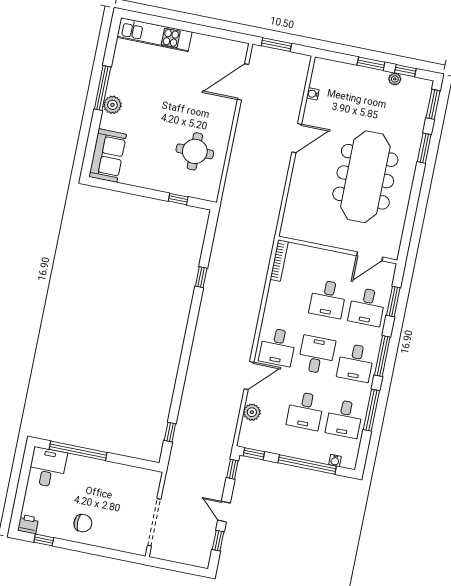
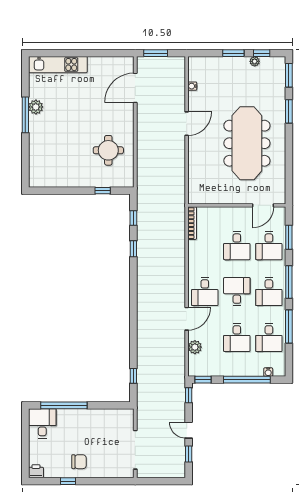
plant: (112, 105) -> (36, 107), moved
sofa: (108, 156) -> (40, 167), removed
window: (209, 240) -> (133, 218), added
window: (44, 540) -> (68, 481), moved

